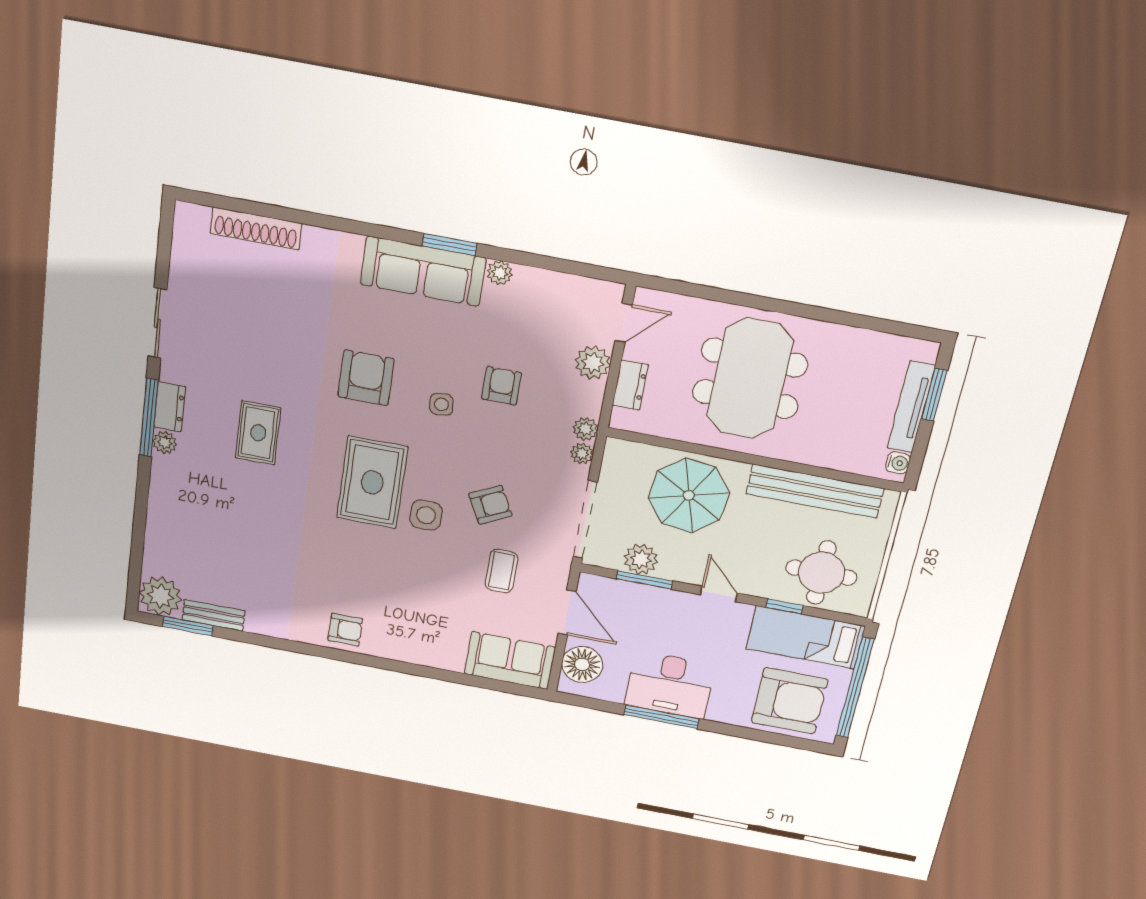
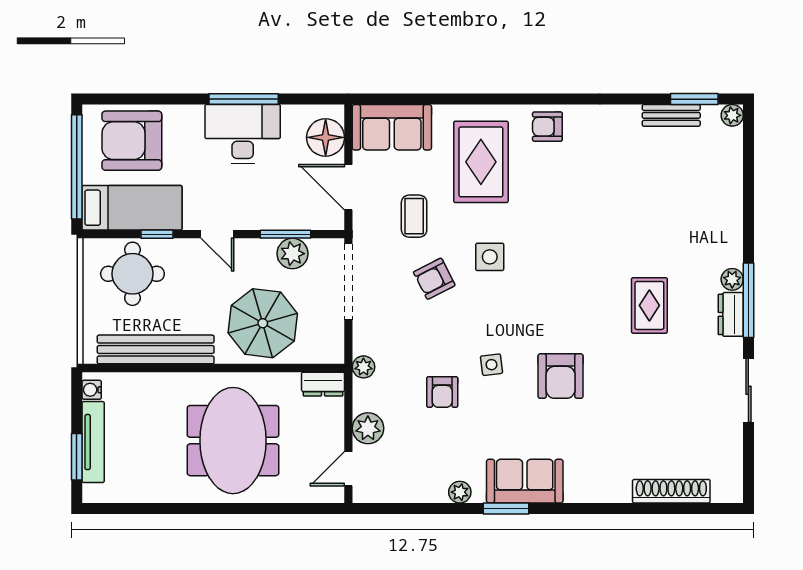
sofa: (423, 271) -> (525, 481), width x0.73
dresser: (630, 385) -> (323, 384), moved, turned -90
plant: (582, 453) -> (362, 344), removed
rug: (372, 482) -> (481, 162), moved
plant: (160, 596) -> (732, 115), width x0.53, depth x0.53

